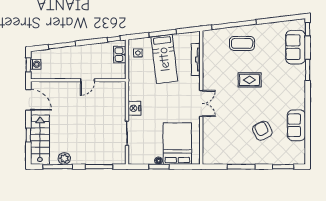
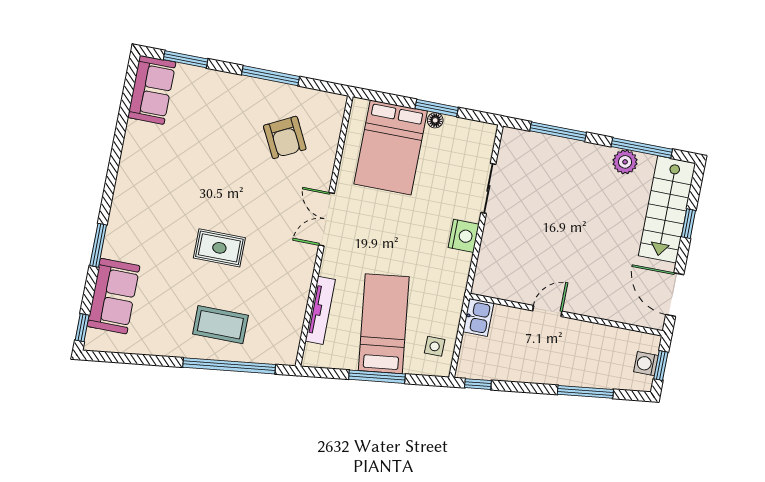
kitchen sink: (120, 55) -> (478, 317), moved
sofa: (296, 125) -> (152, 90), moved
armchair: (262, 131) -> (285, 137), moved

